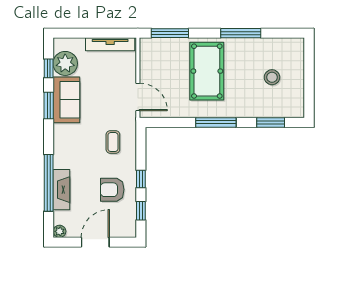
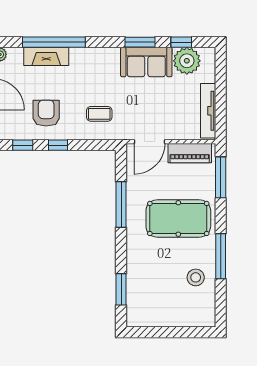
piano: (148, 61) -> (190, 153), added
stool: (272, 77) -> (196, 277), moved
window: (216, 122) -> (121, 204), moved

